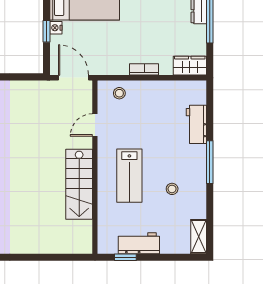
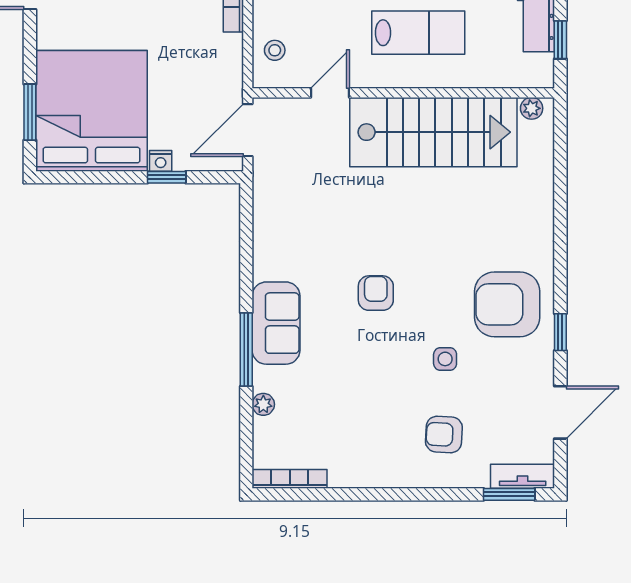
door: (95, 125) -> (330, 93), swing flipped
stairs: (79, 184) -> (433, 132), width x1.36, depth x1.51
plant: (86, 241) -> (532, 108), added

